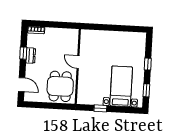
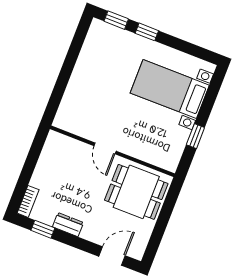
window: (23, 53) -> (43, 229), moved
door: (78, 62) -> (105, 148), hinge flipped
window: (146, 90) -> (116, 20), moved

